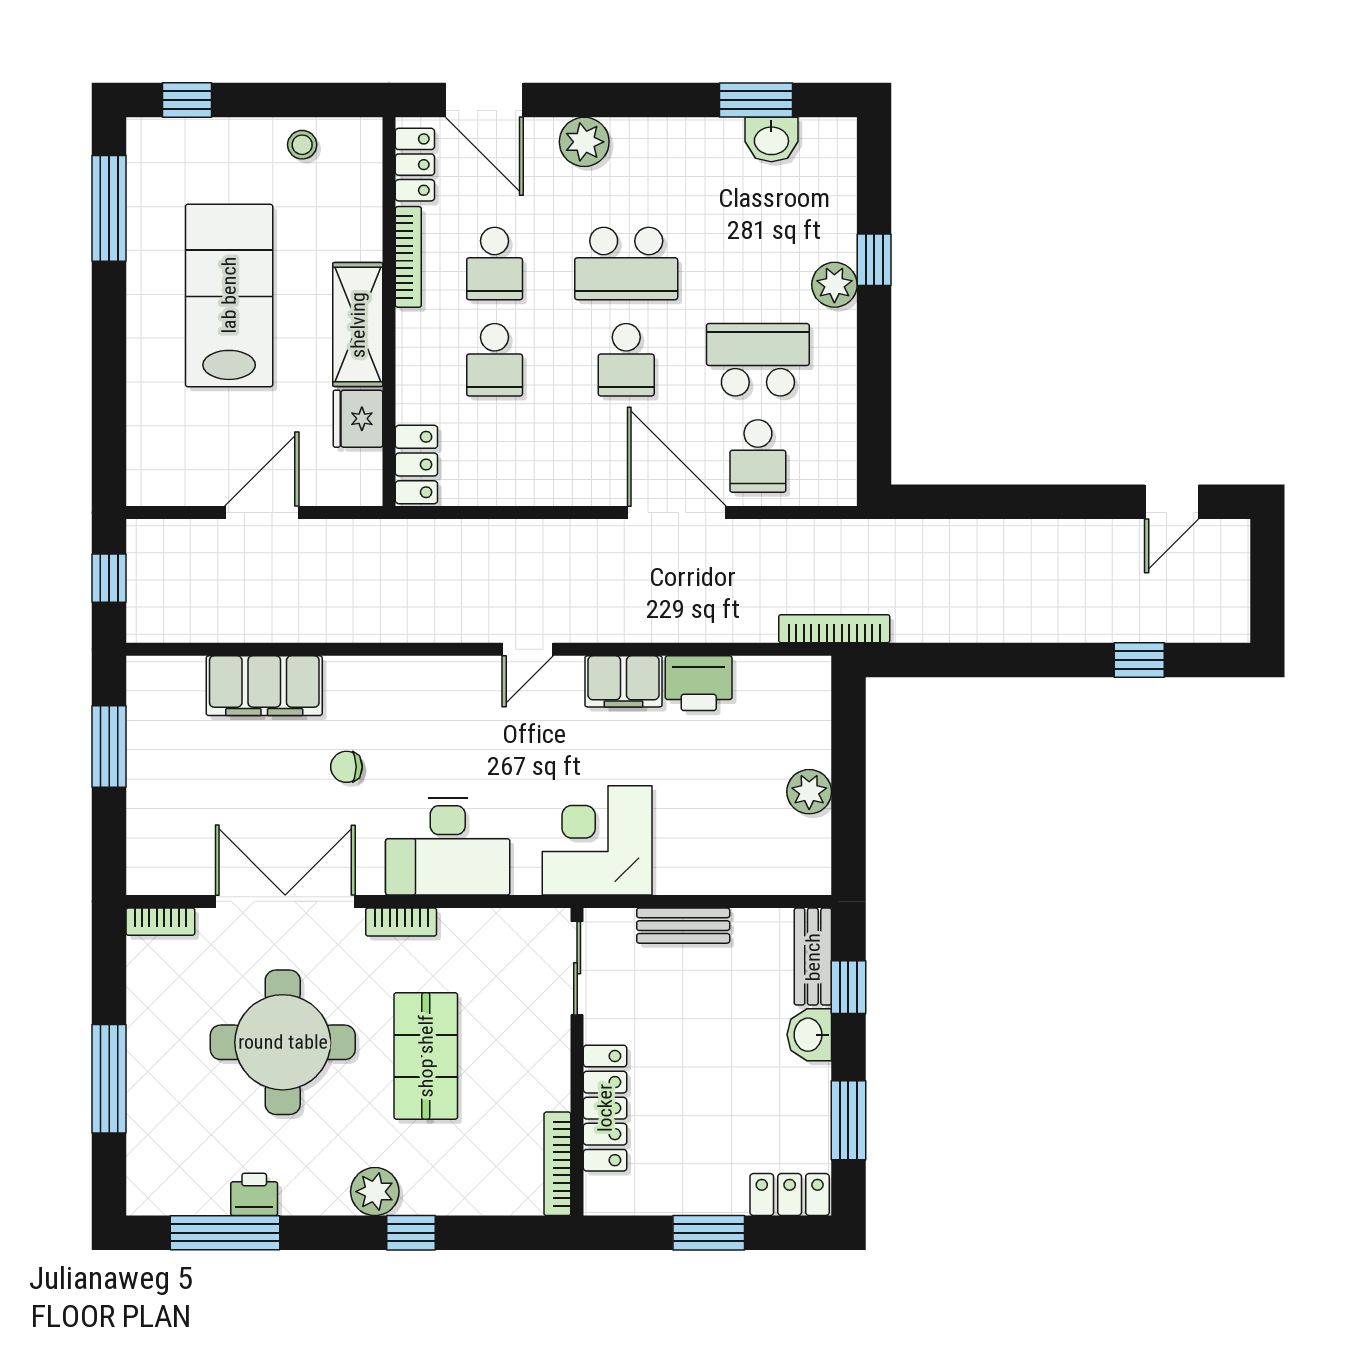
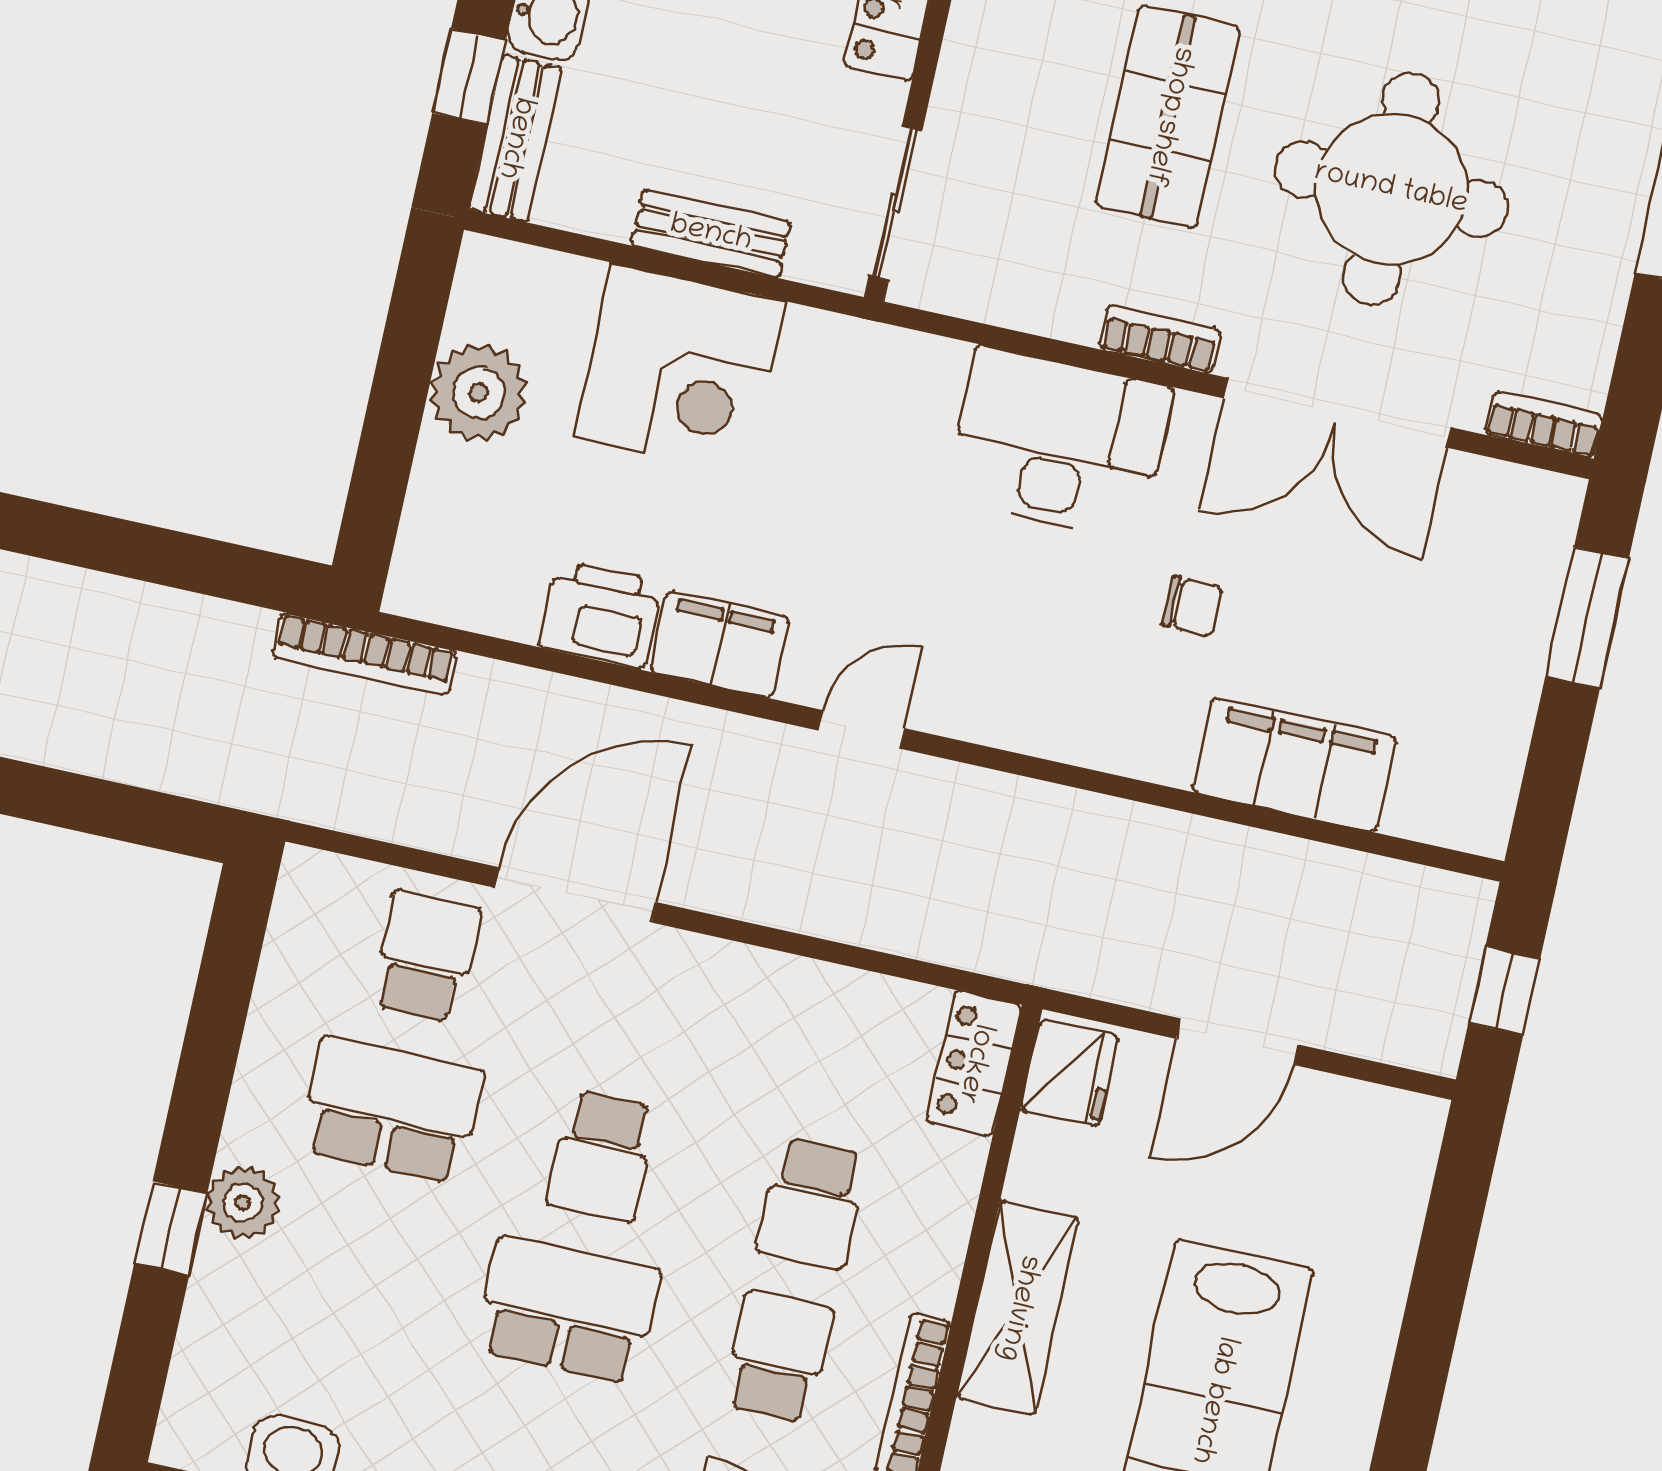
school desk: (495, 360) -> (812, 1203), turned 180
school desk: (626, 360) -> (602, 1157), turned 180
school desk: (758, 360) -> (392, 1110), turned 180
fridge: (358, 419) -> (1069, 1073), moved
door: (677, 513) -> (575, 895), swing flipped
window: (109, 747) -> (1587, 618), moved
plant: (809, 792) -> (478, 393), width x1.36, depth x1.36
corner desk: (597, 840) -> (680, 369), moved

